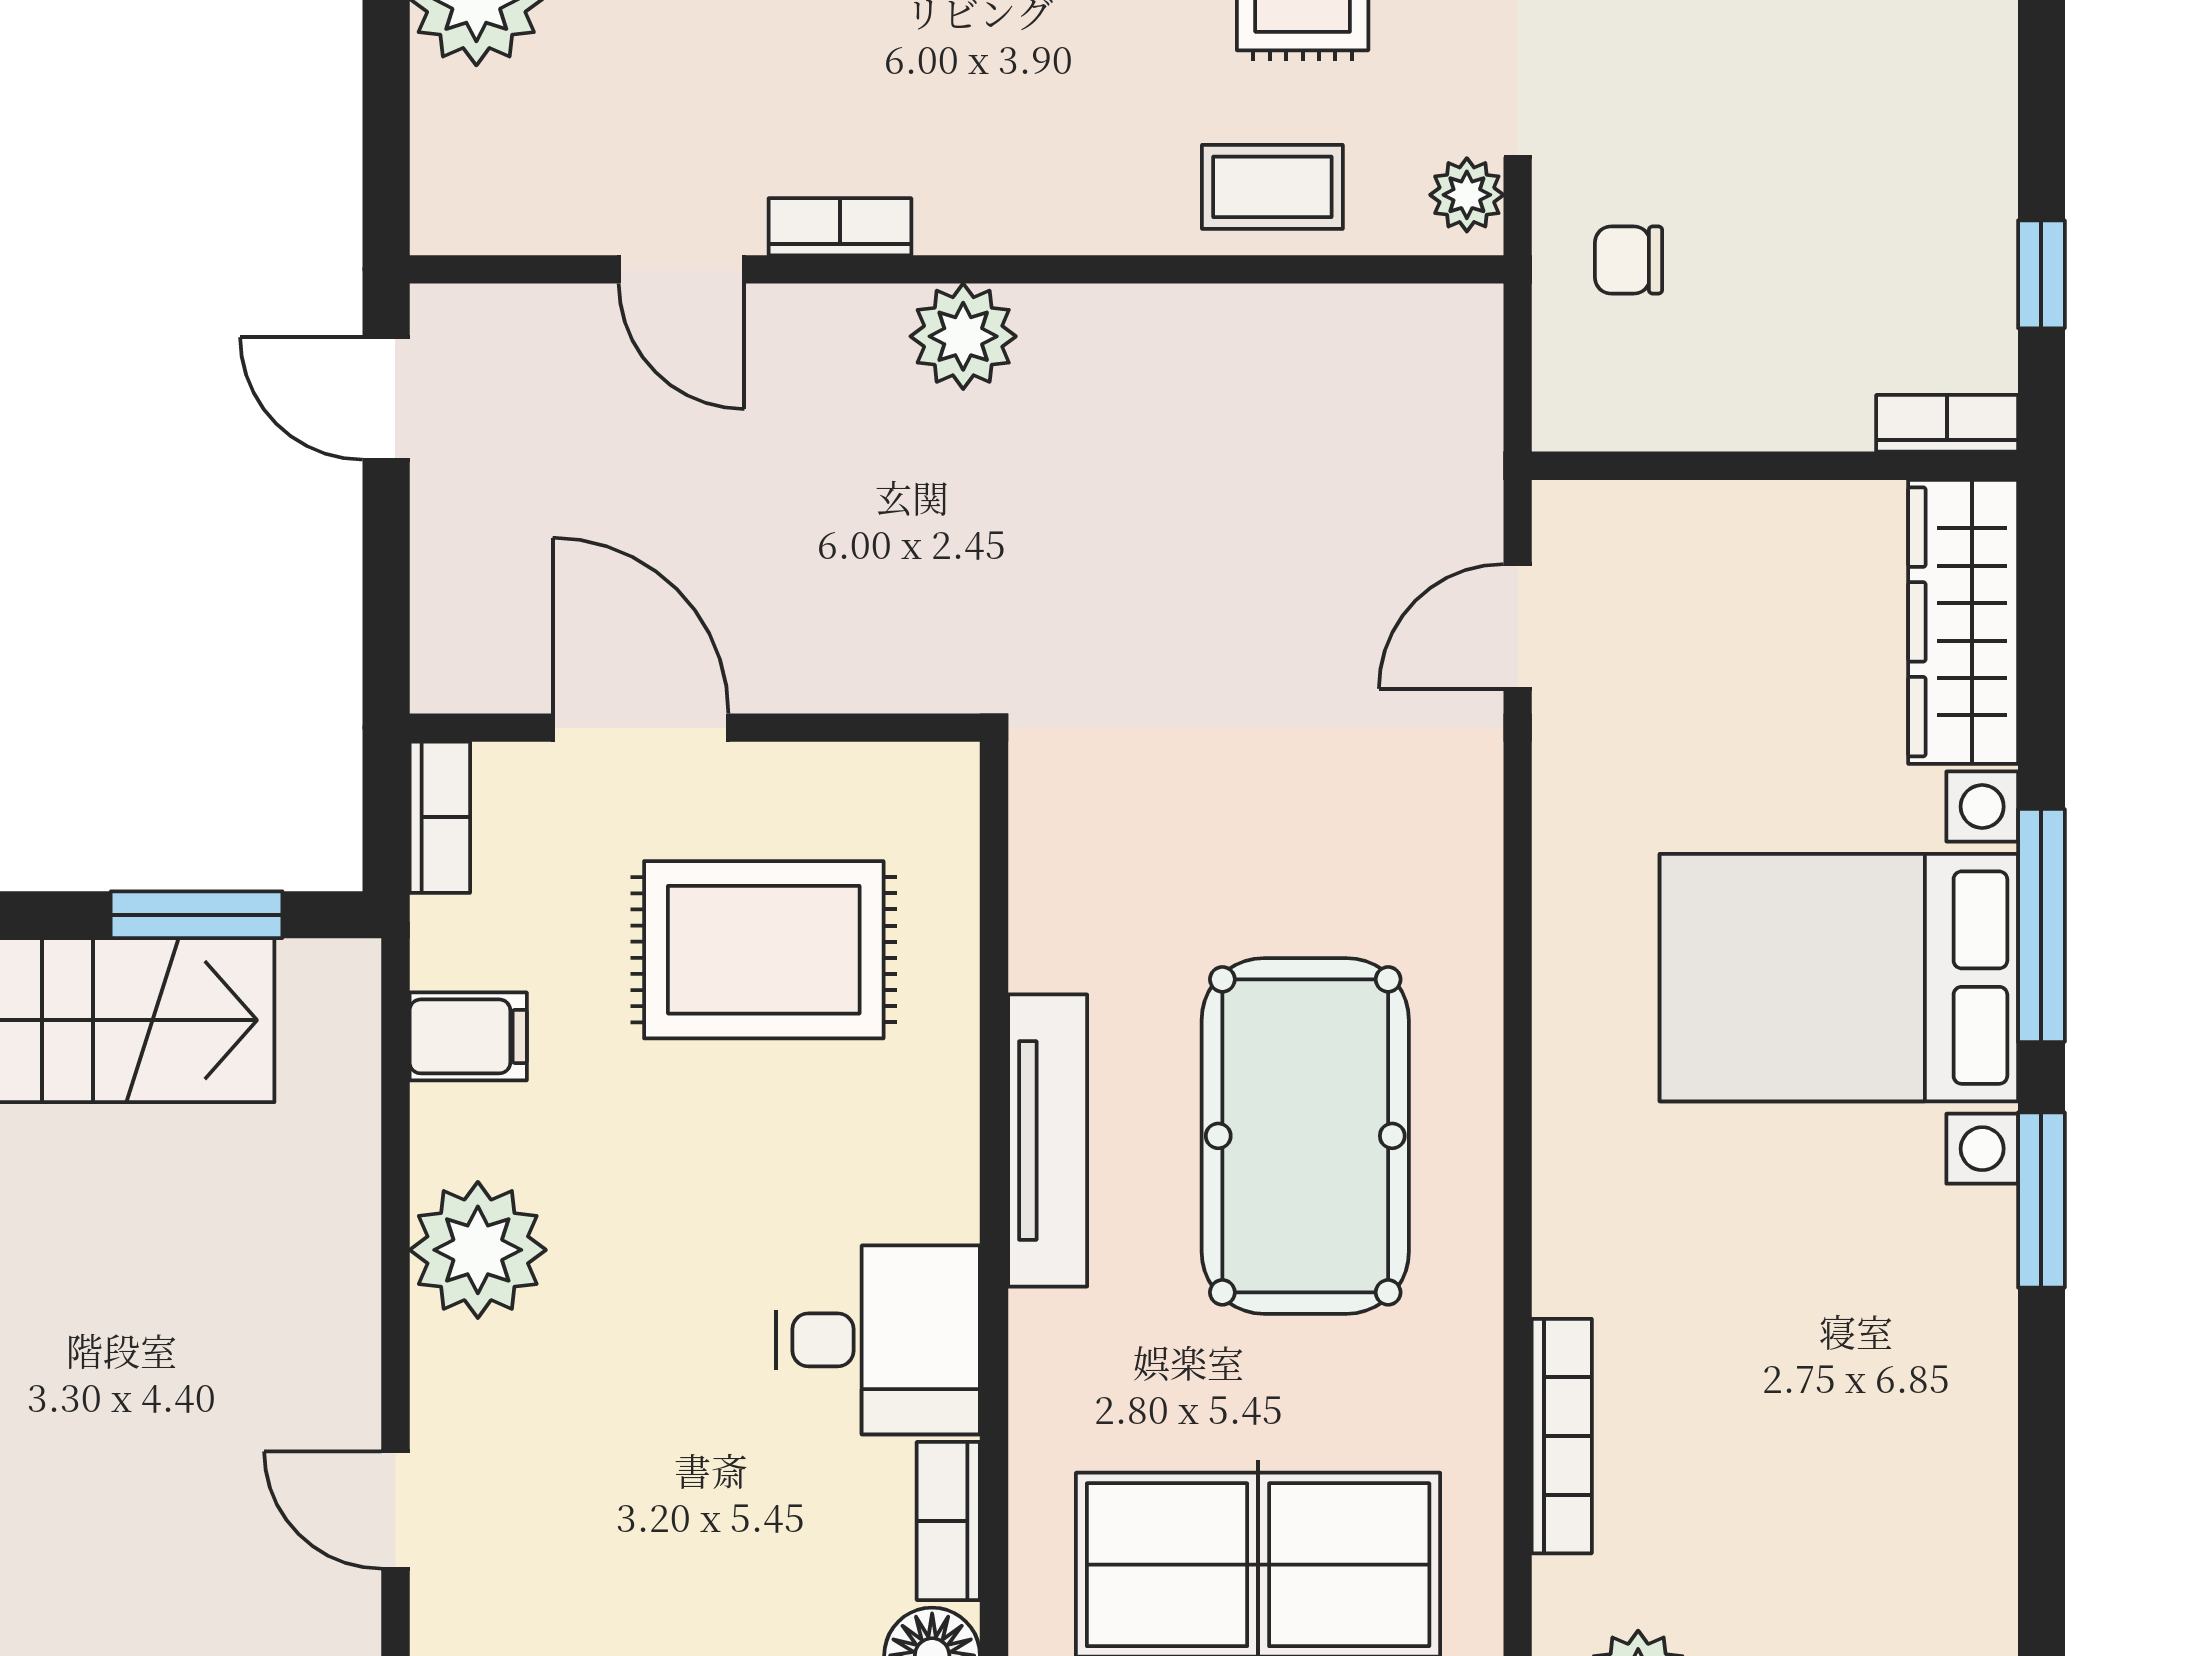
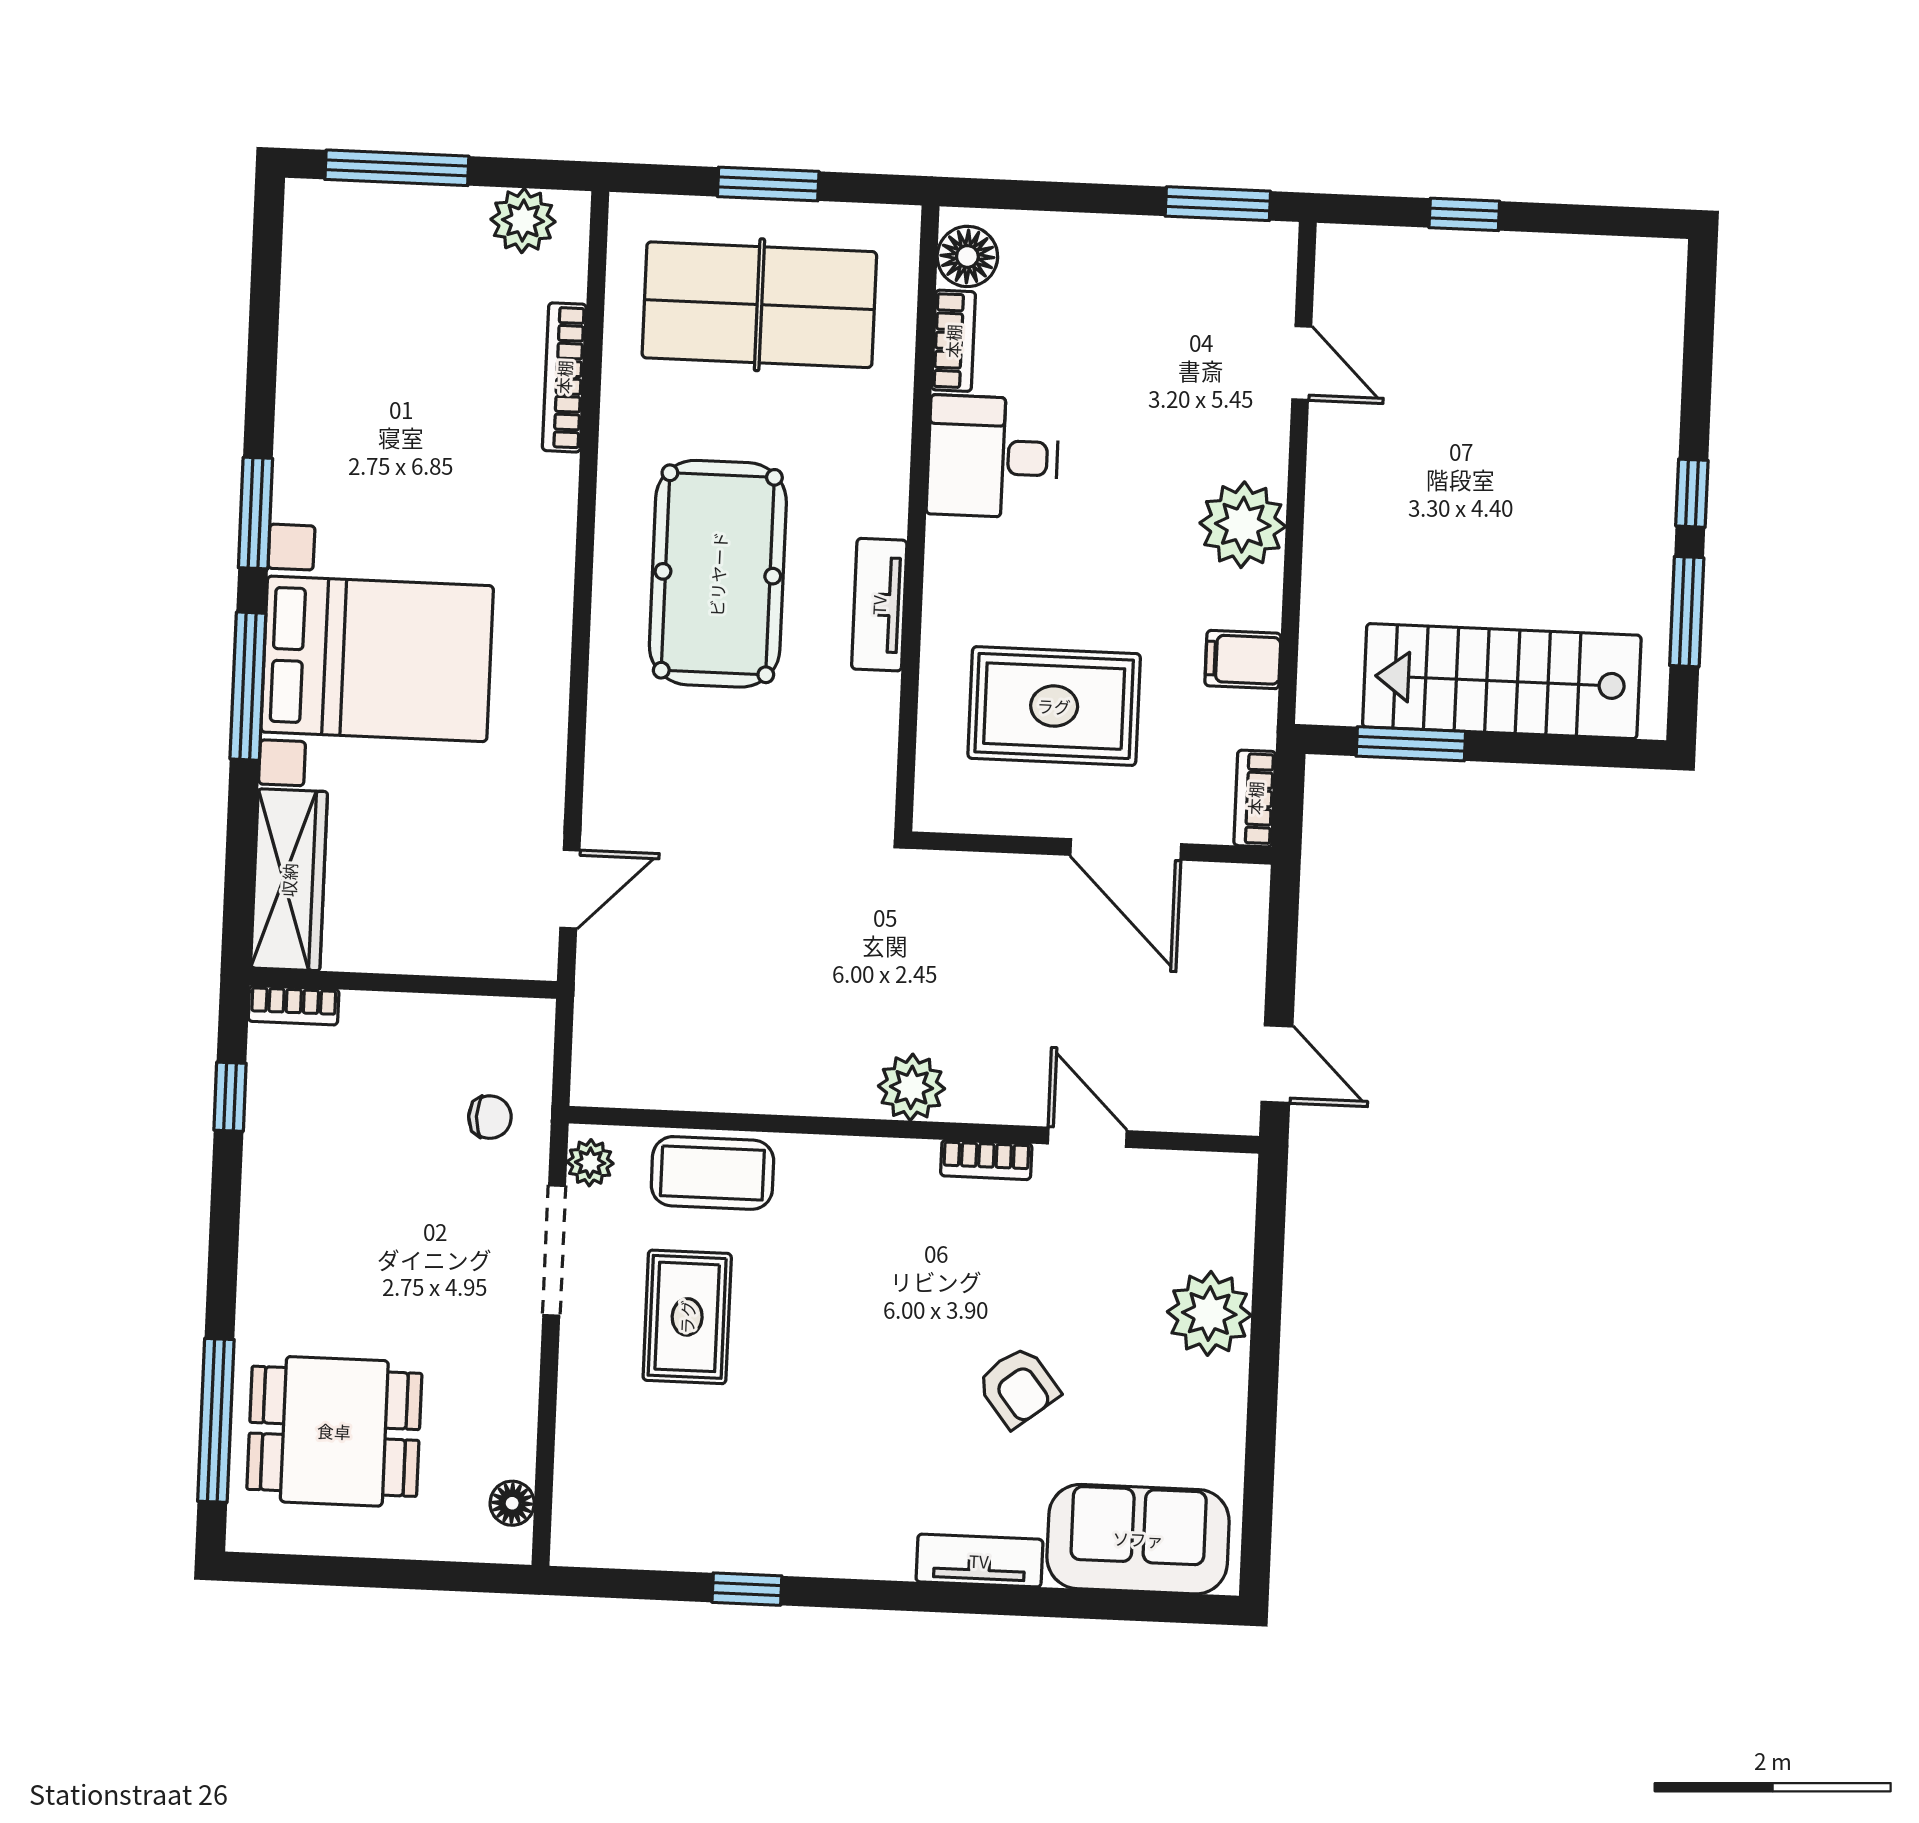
coffee table: (1272, 187) -> (712, 1173), width x1.36, depth x1.30
tv unit: (1048, 1141) -> (879, 605), width x0.71

